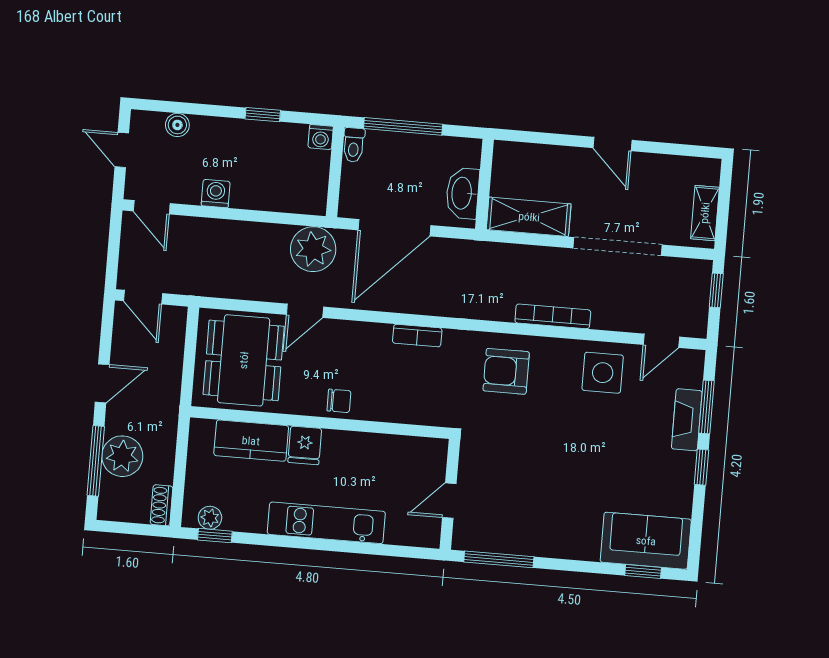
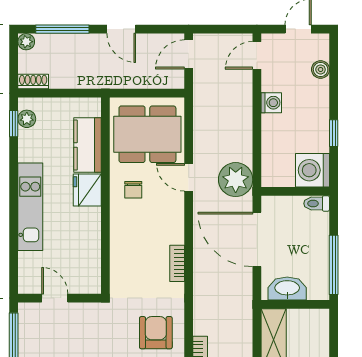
window: (403, 126) -> (334, 265), moved
washing machine: (321, 137) -> (313, 170), width x1.89, depth x1.89
chair: (339, 401) -> (133, 190), moved
fridge: (305, 445) -> (87, 190), width x1.38
plant: (122, 456) -> (26, 42), moved, width x0.53, depth x0.53

